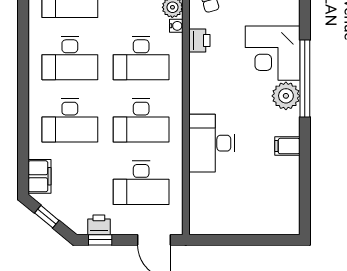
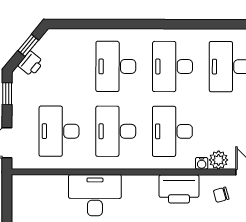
printer: (199, 41) -> (179, 189), width x1.87, depth x1.48
filing cabinet: (39, 176) -> (65, 39), removed
printer: (99, 225) -> (31, 64), moved, turned 40

